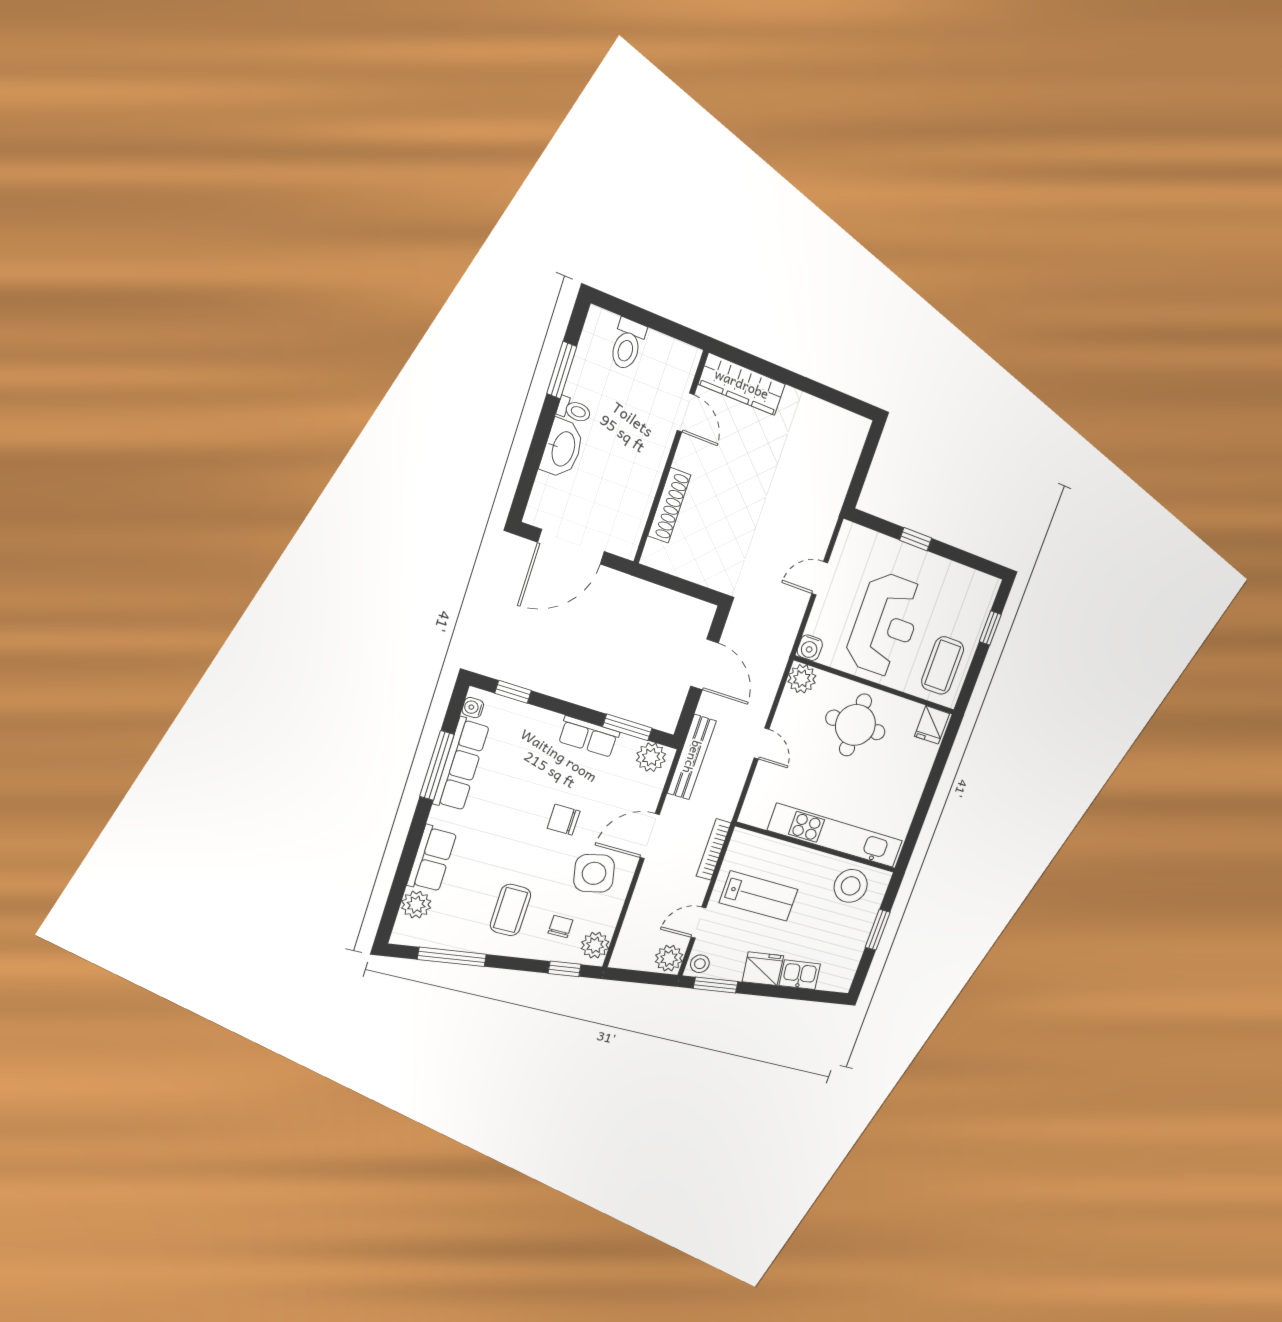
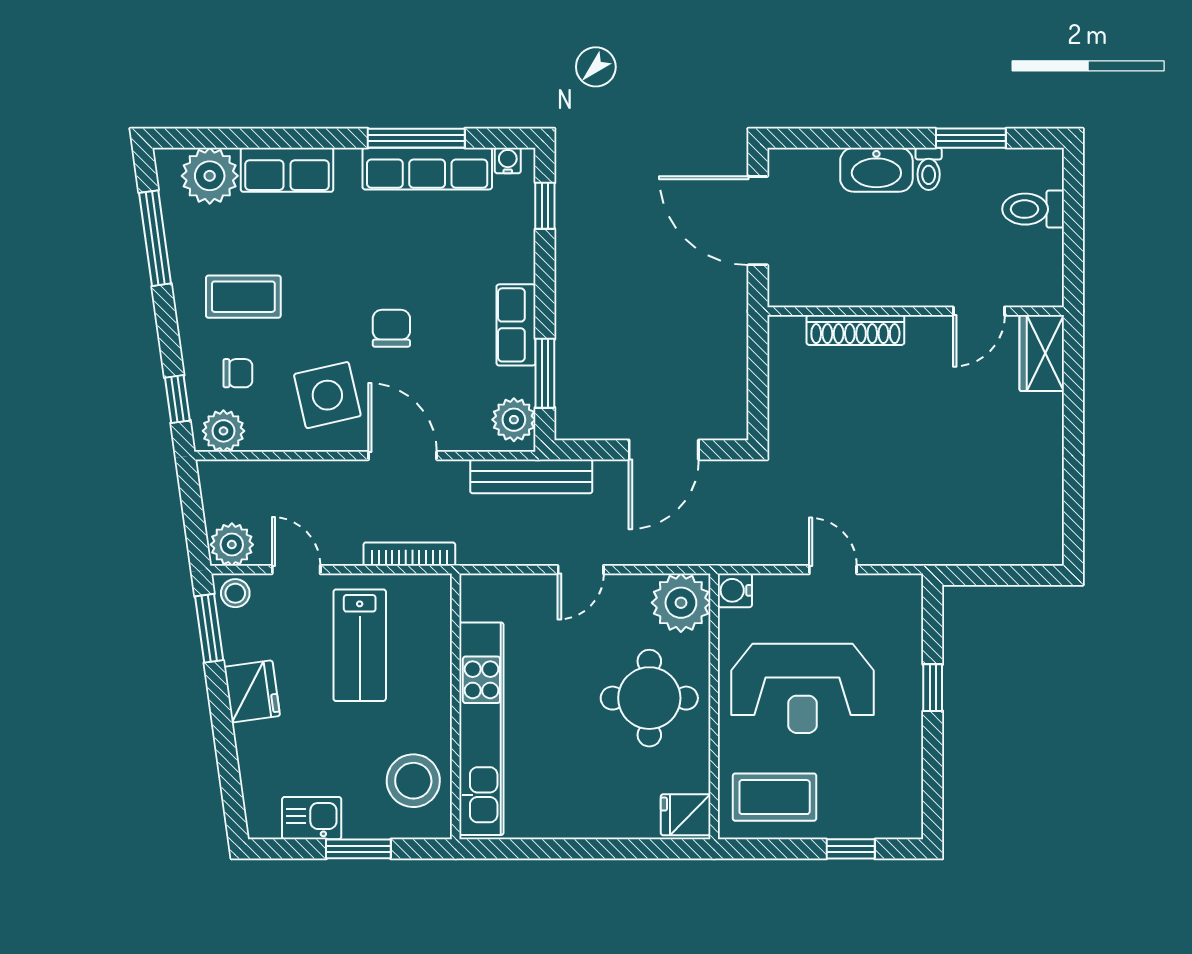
wardrobe: (742, 384) -> (1042, 353), width x0.67
plant: (802, 679) -> (681, 603), width x1.36, depth x1.36
plant: (416, 905) -> (210, 176), width x1.36, depth x1.36
kitchen sink: (800, 975) -> (312, 818), moved, turned -82

